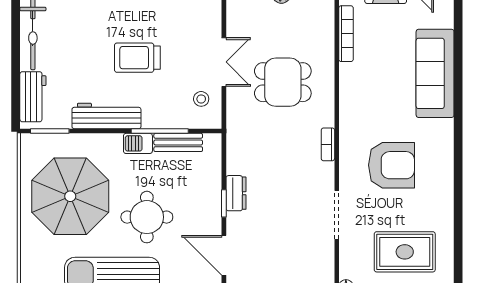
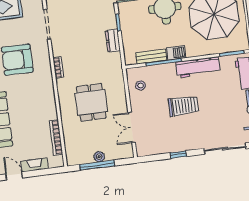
double door: (224, 62) -> (132, 127), moved
dining table: (283, 82) -> (91, 102), turned 90
dresser: (236, 193) -> (113, 41), moved

